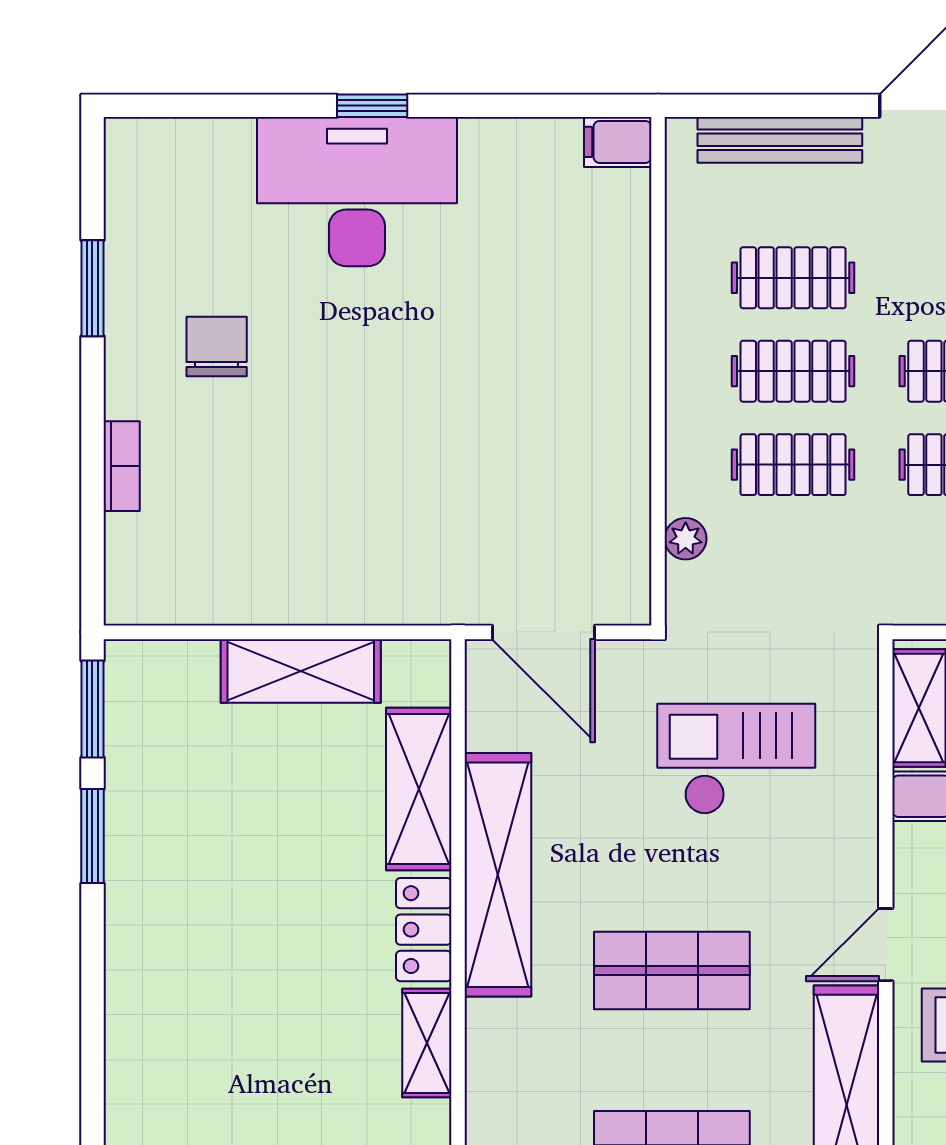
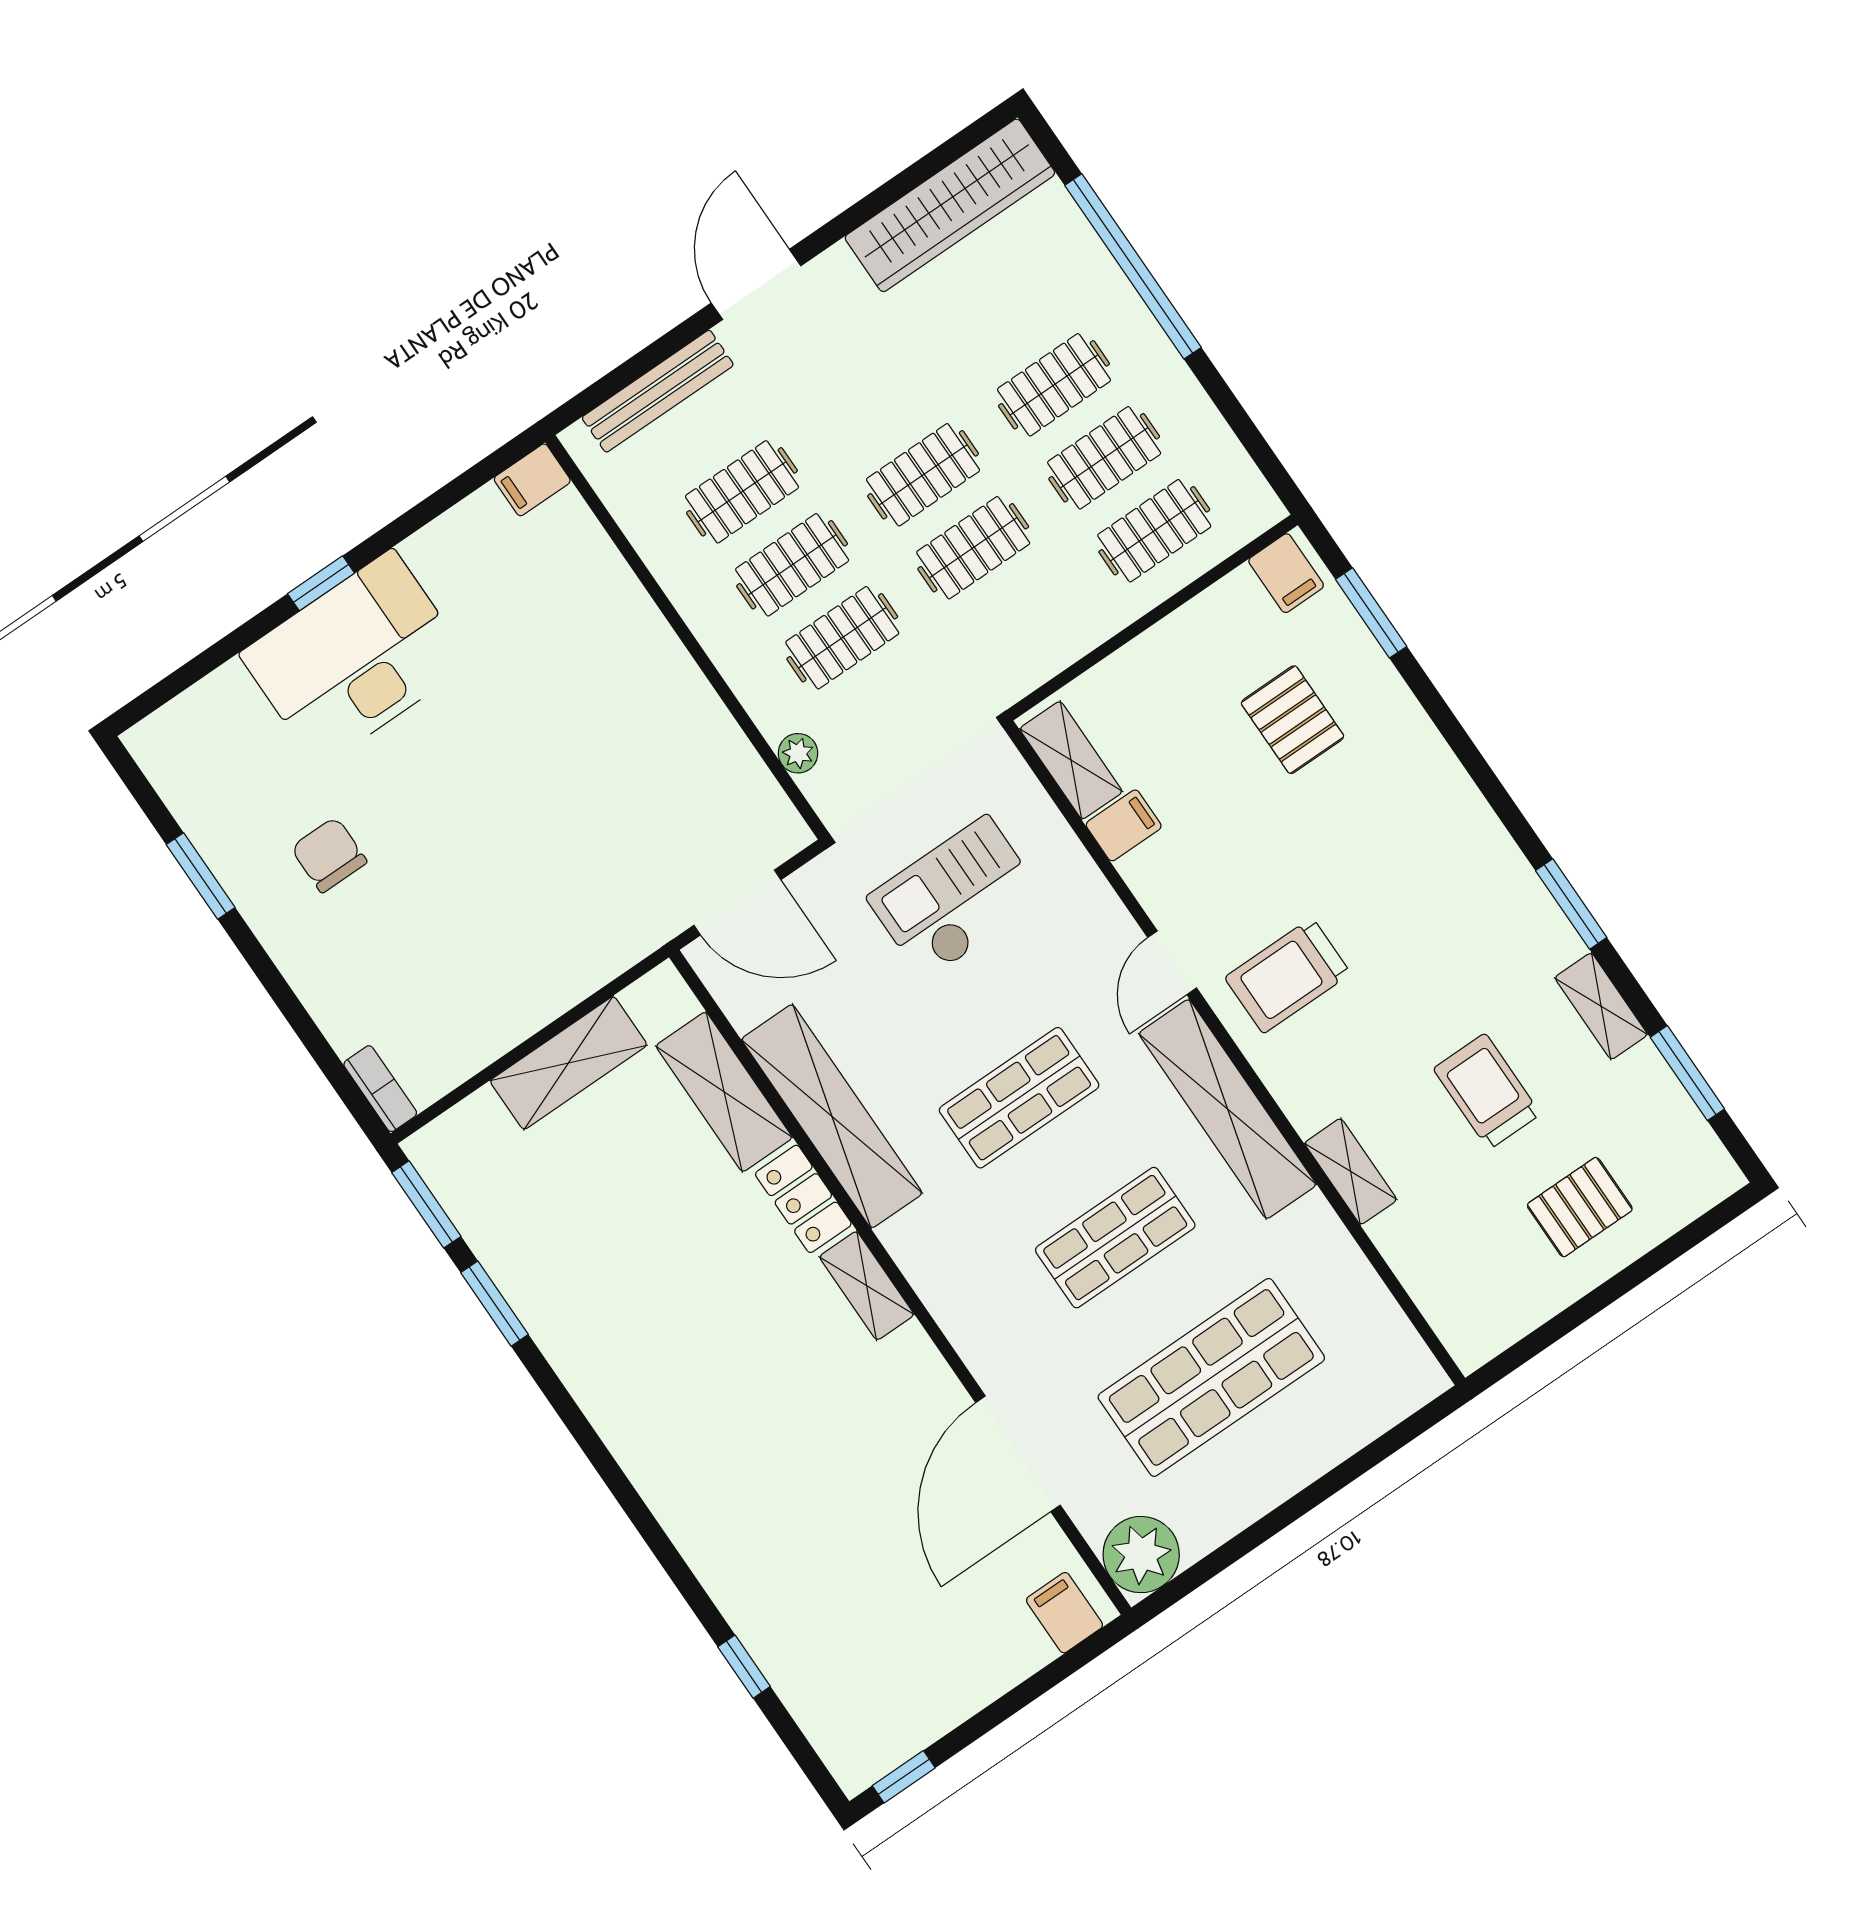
bookcase: (122, 466) -> (380, 1089), moved

